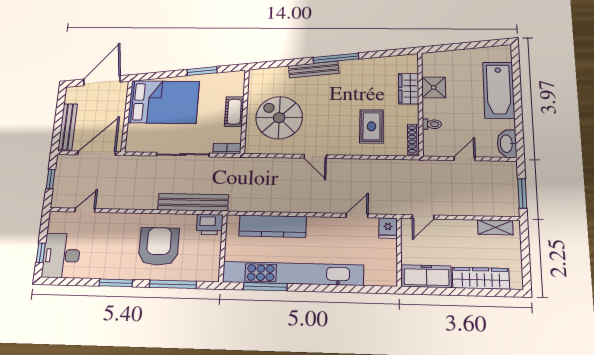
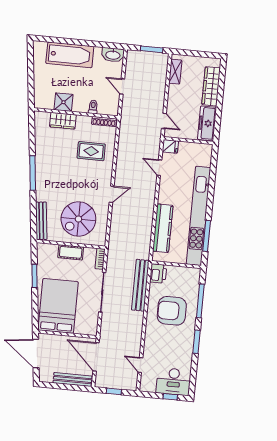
bench: (314, 70) -> (41, 221), moved

